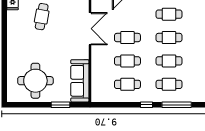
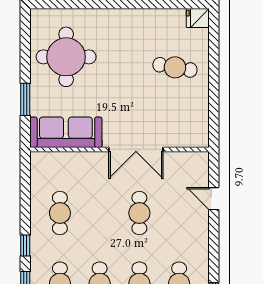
double door: (90, 29) -> (136, 149), moved
cafe table: (127, 61) -> (100, 213), removed

